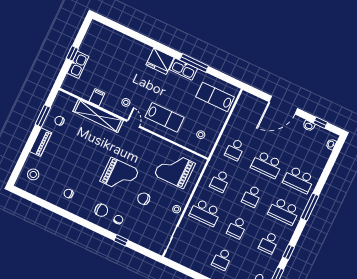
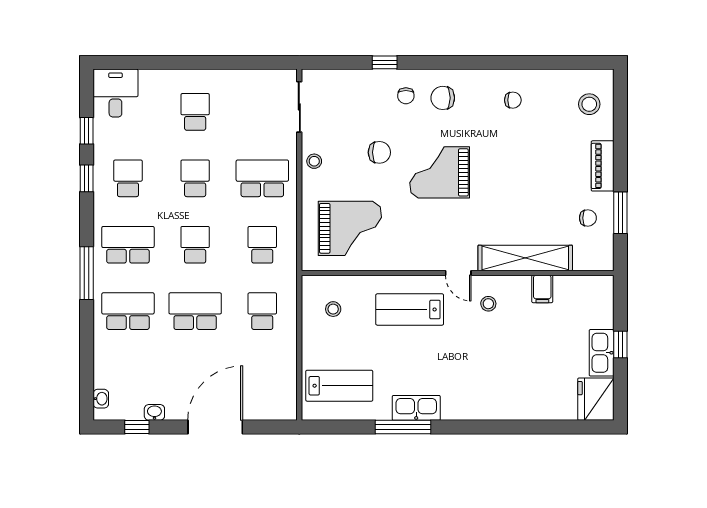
fridge: (160, 61) -> (596, 399), moved, turned -90
kitchen sink: (78, 65) -> (602, 353), moved

